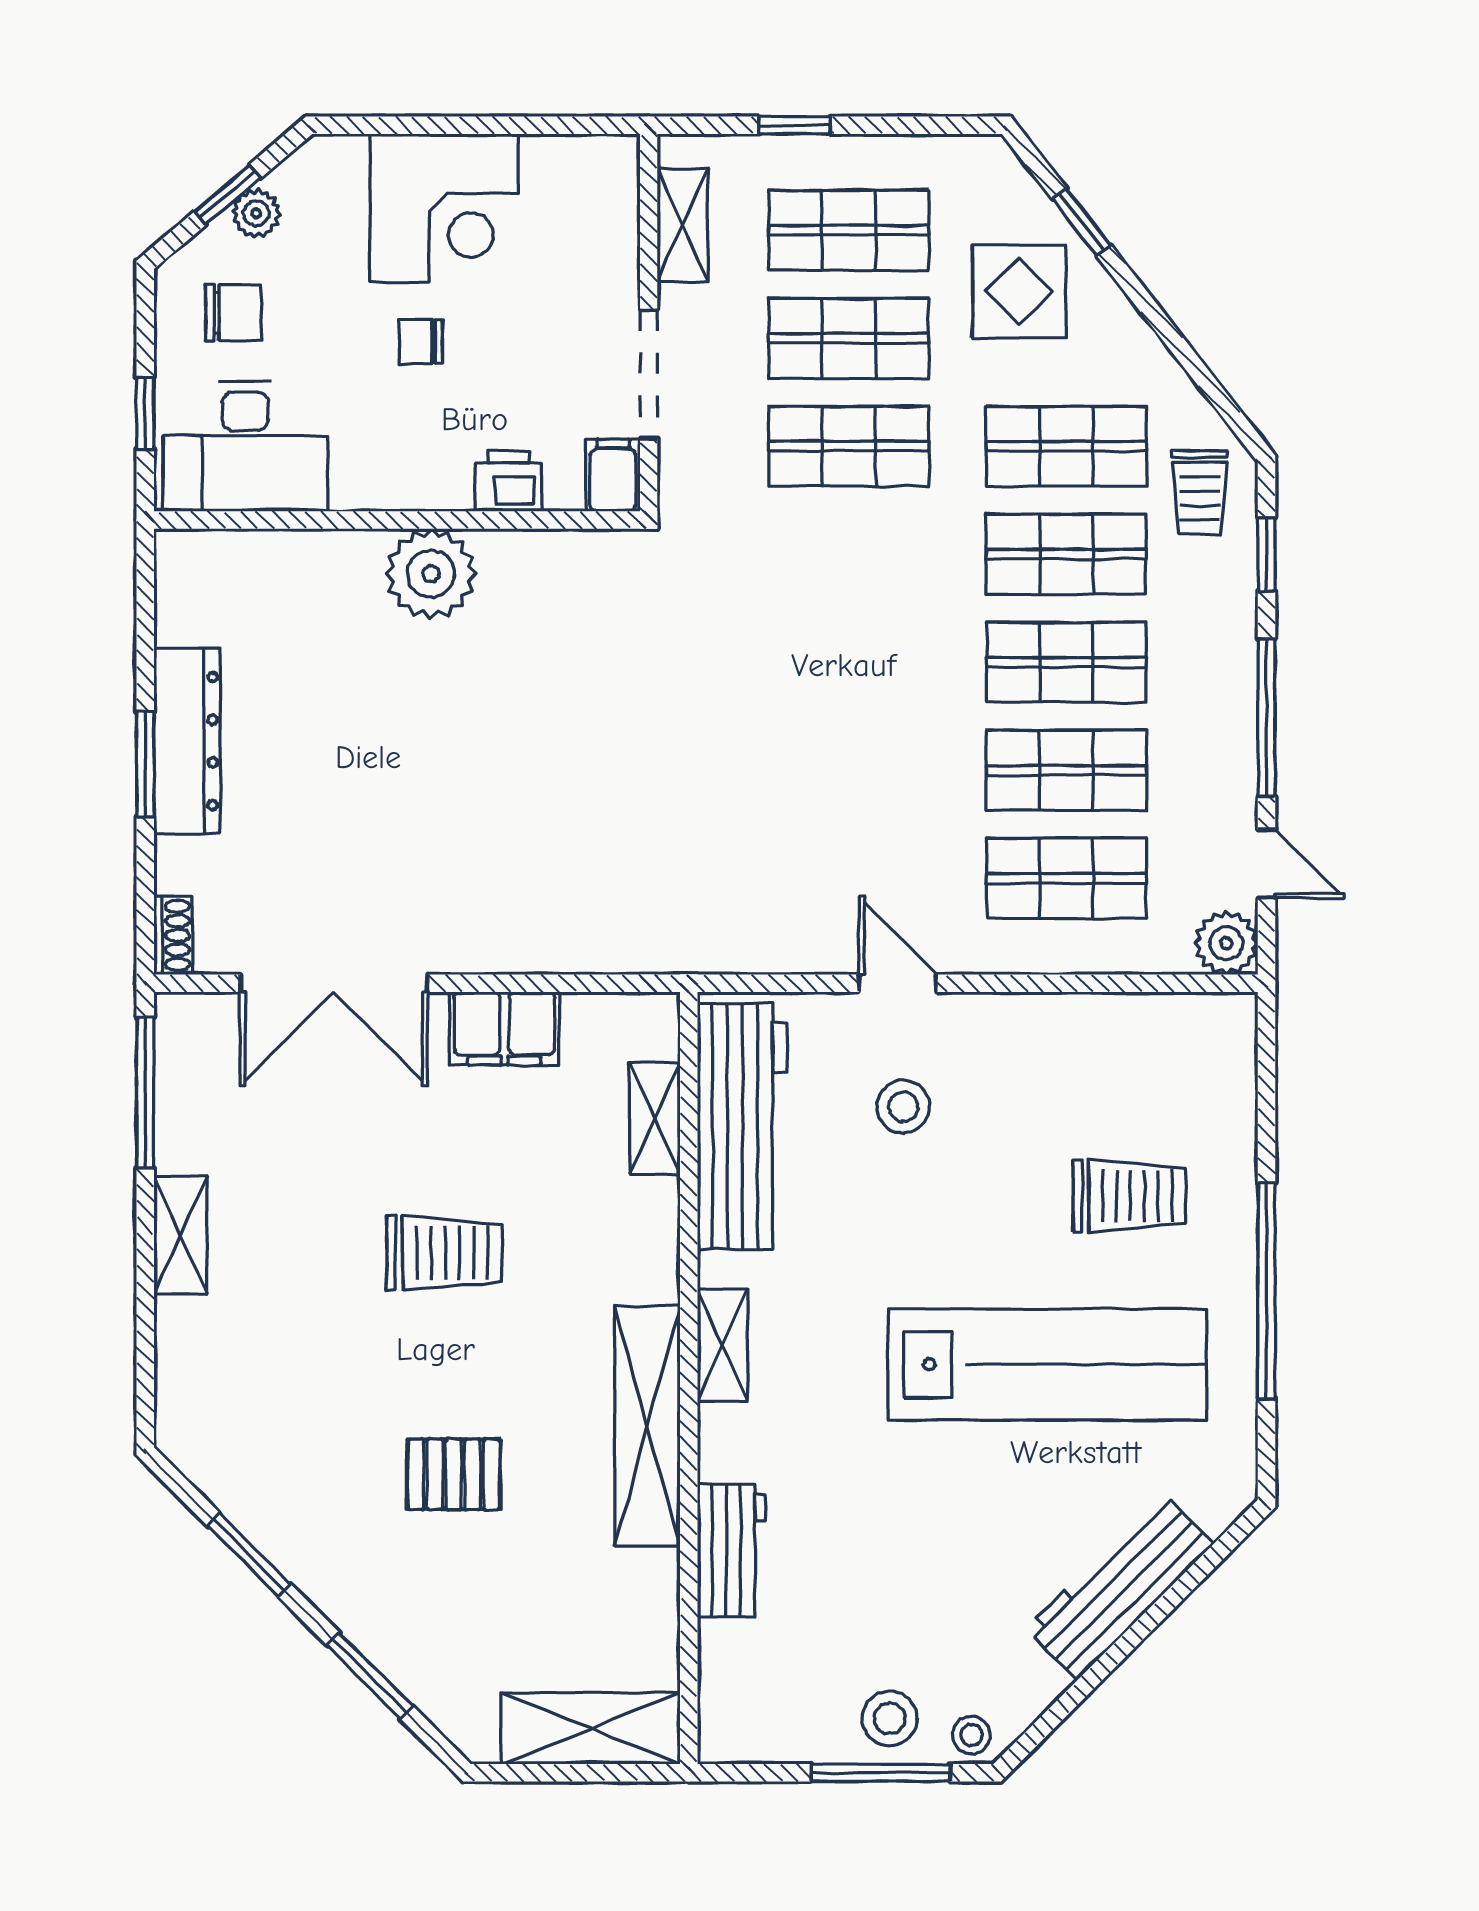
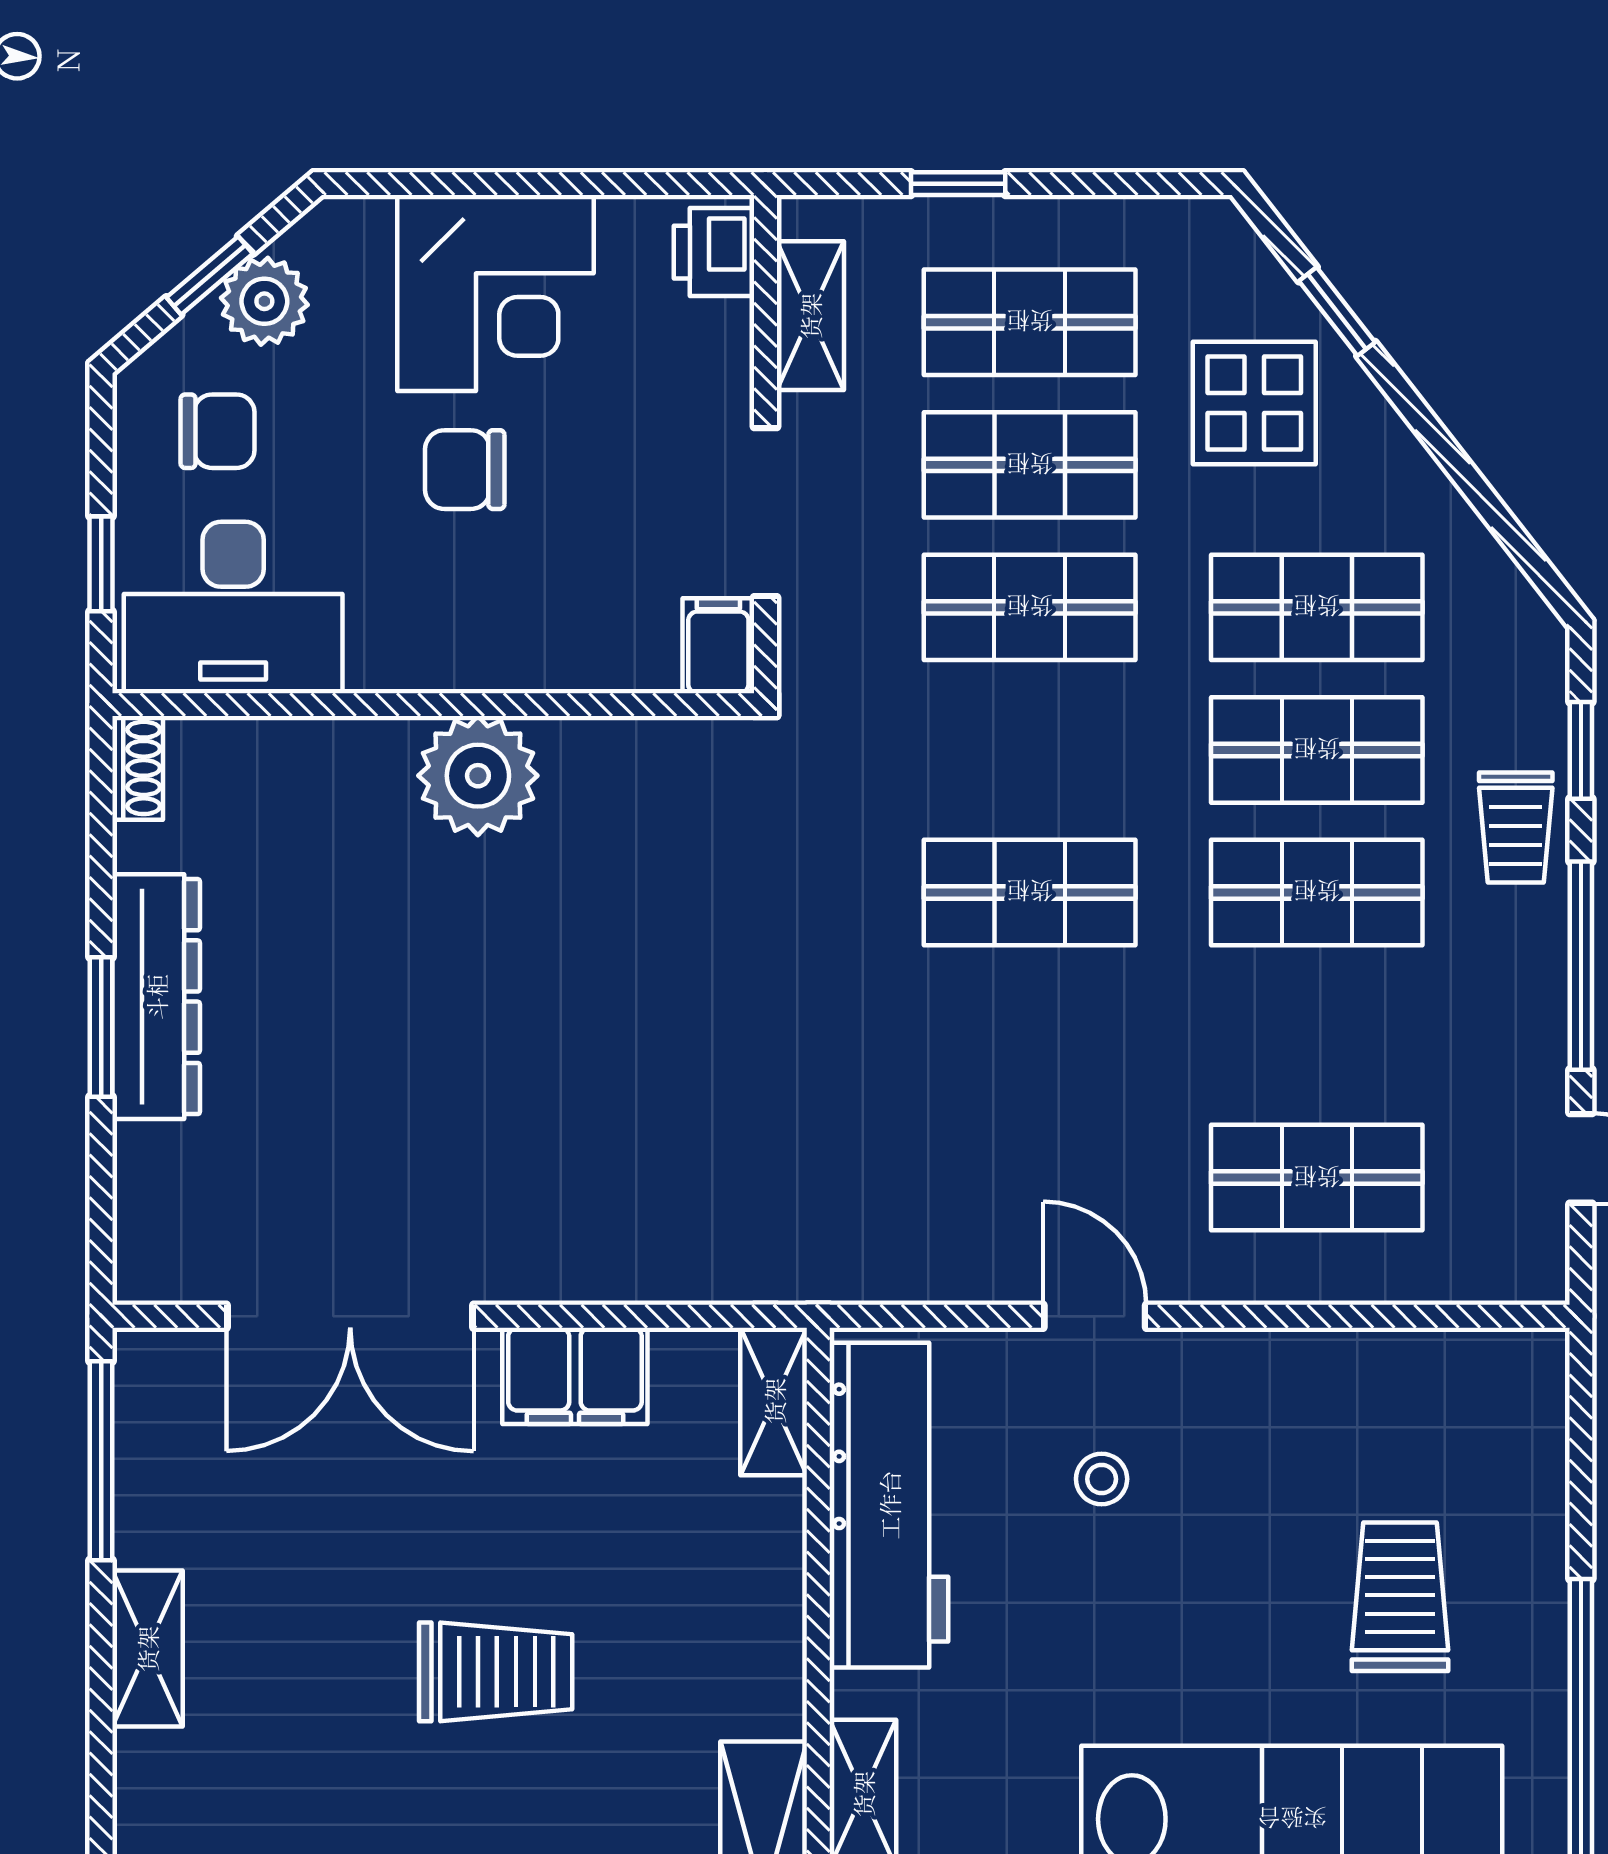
plant: (256, 213) -> (264, 301), width x1.38, depth x1.38
chair: (421, 342) -> (465, 470), width x1.37, depth x1.37
printer: (509, 481) -> (714, 252), moved, turned -90
trolley: (1200, 492) -> (1516, 827), moved
shop shelf: (1066, 770) -> (1030, 892), moved
shoe rack: (173, 935) -> (138, 768), moved
plant: (1226, 943) -> (1528, 1263), removed
stool: (903, 1107) -> (1102, 1479), width x0.73, depth x0.73
shelving: (655, 1118) -> (774, 1401), moved
trolley: (1129, 1196) -> (1400, 1597), turned -90

